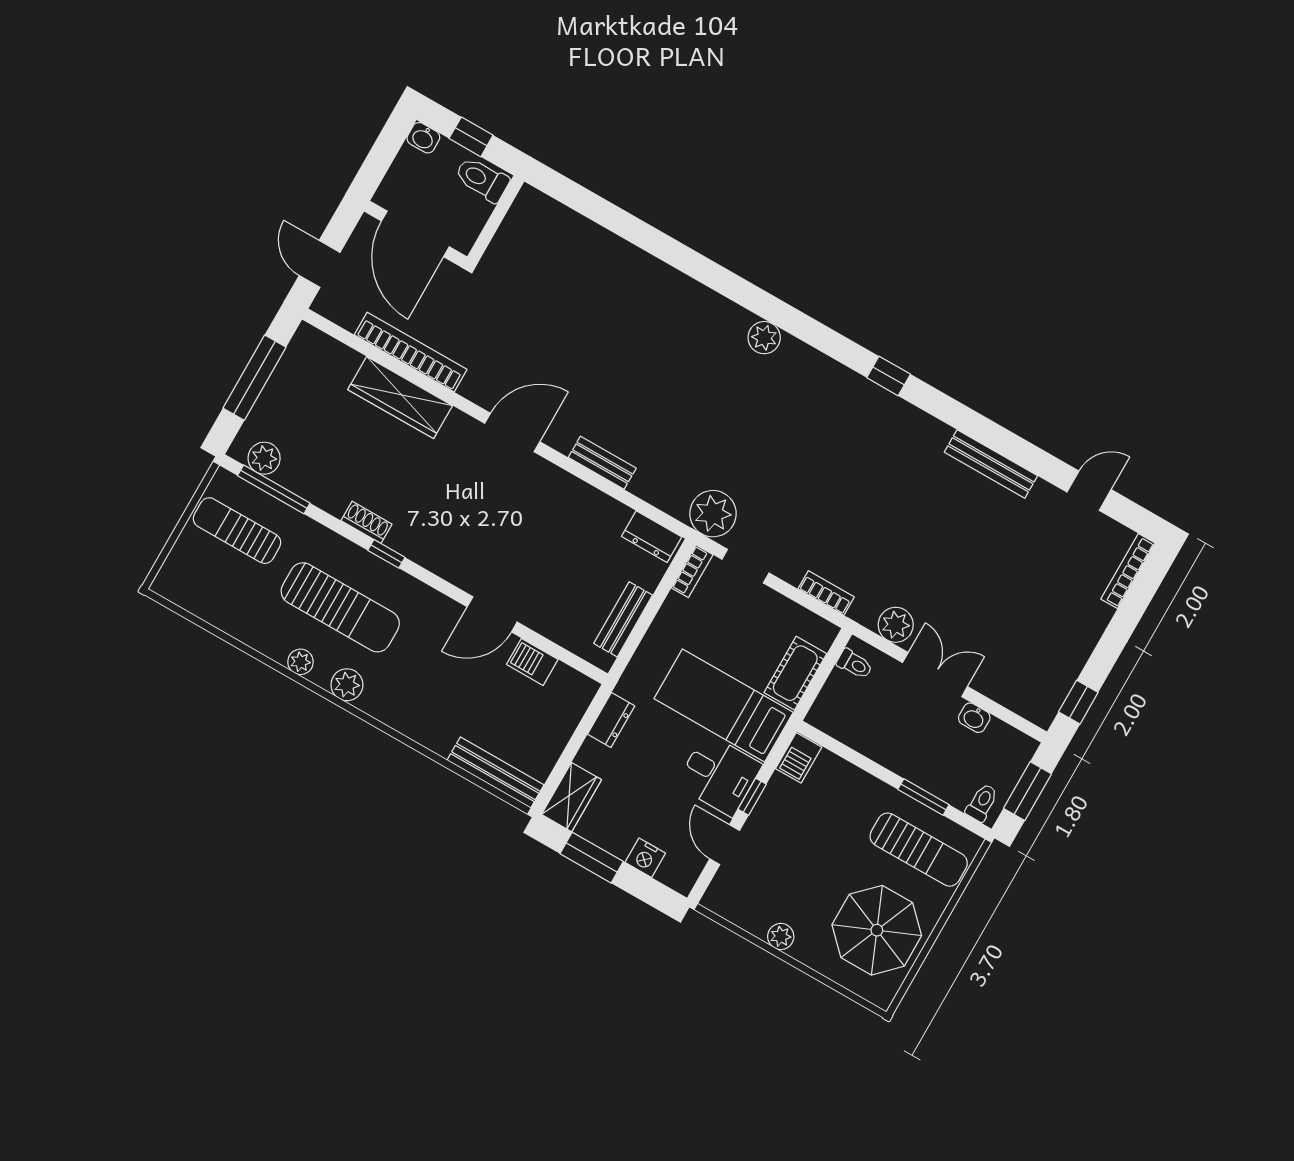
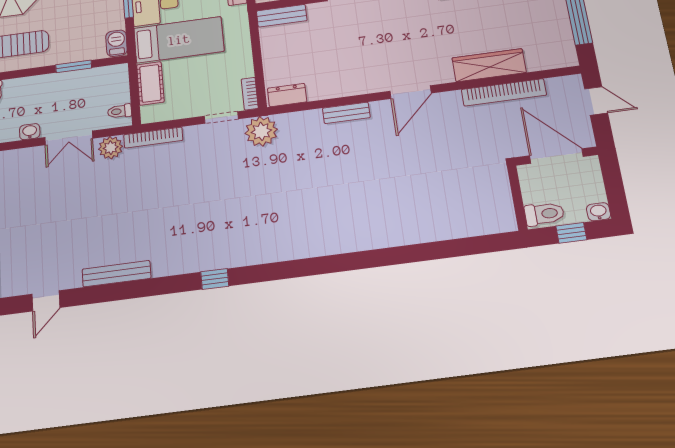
plant: (764, 338) -> (306, 247), removed
bookcase: (826, 593) -> (153, 138), width x1.56
bench: (623, 619) -> (282, 16), moved, turned 90
window: (923, 797) -> (74, 66), moved

